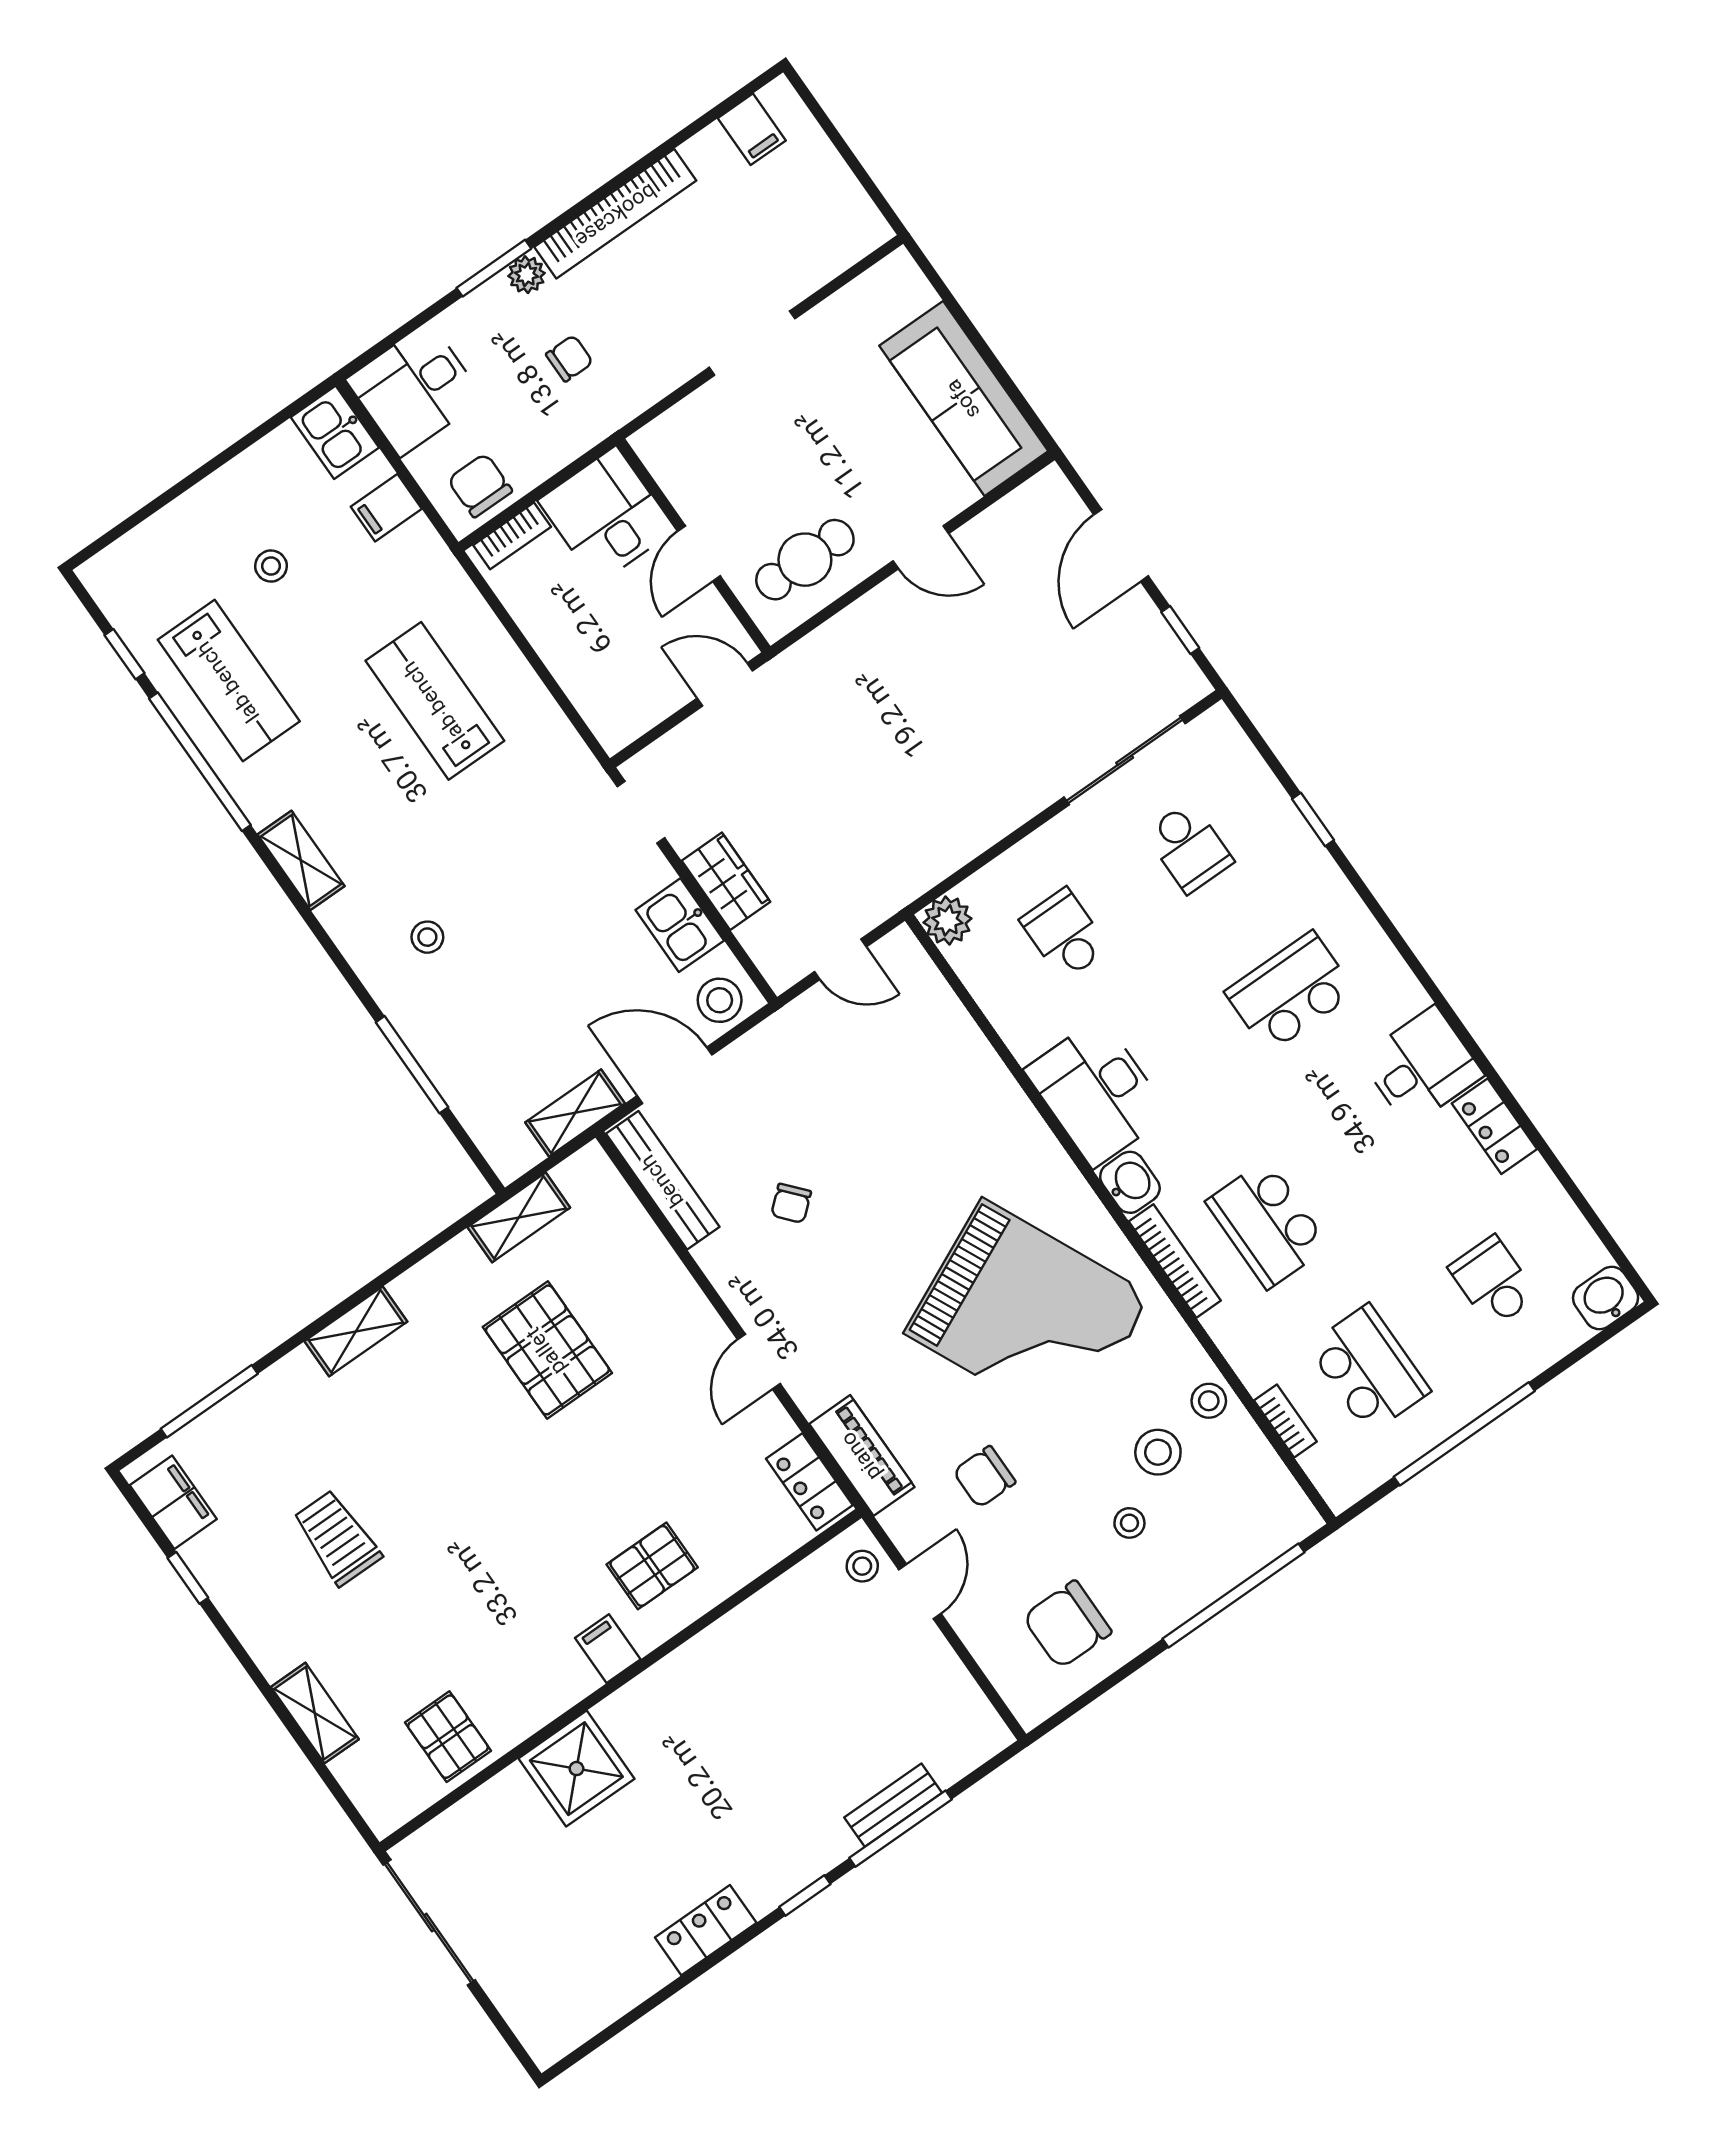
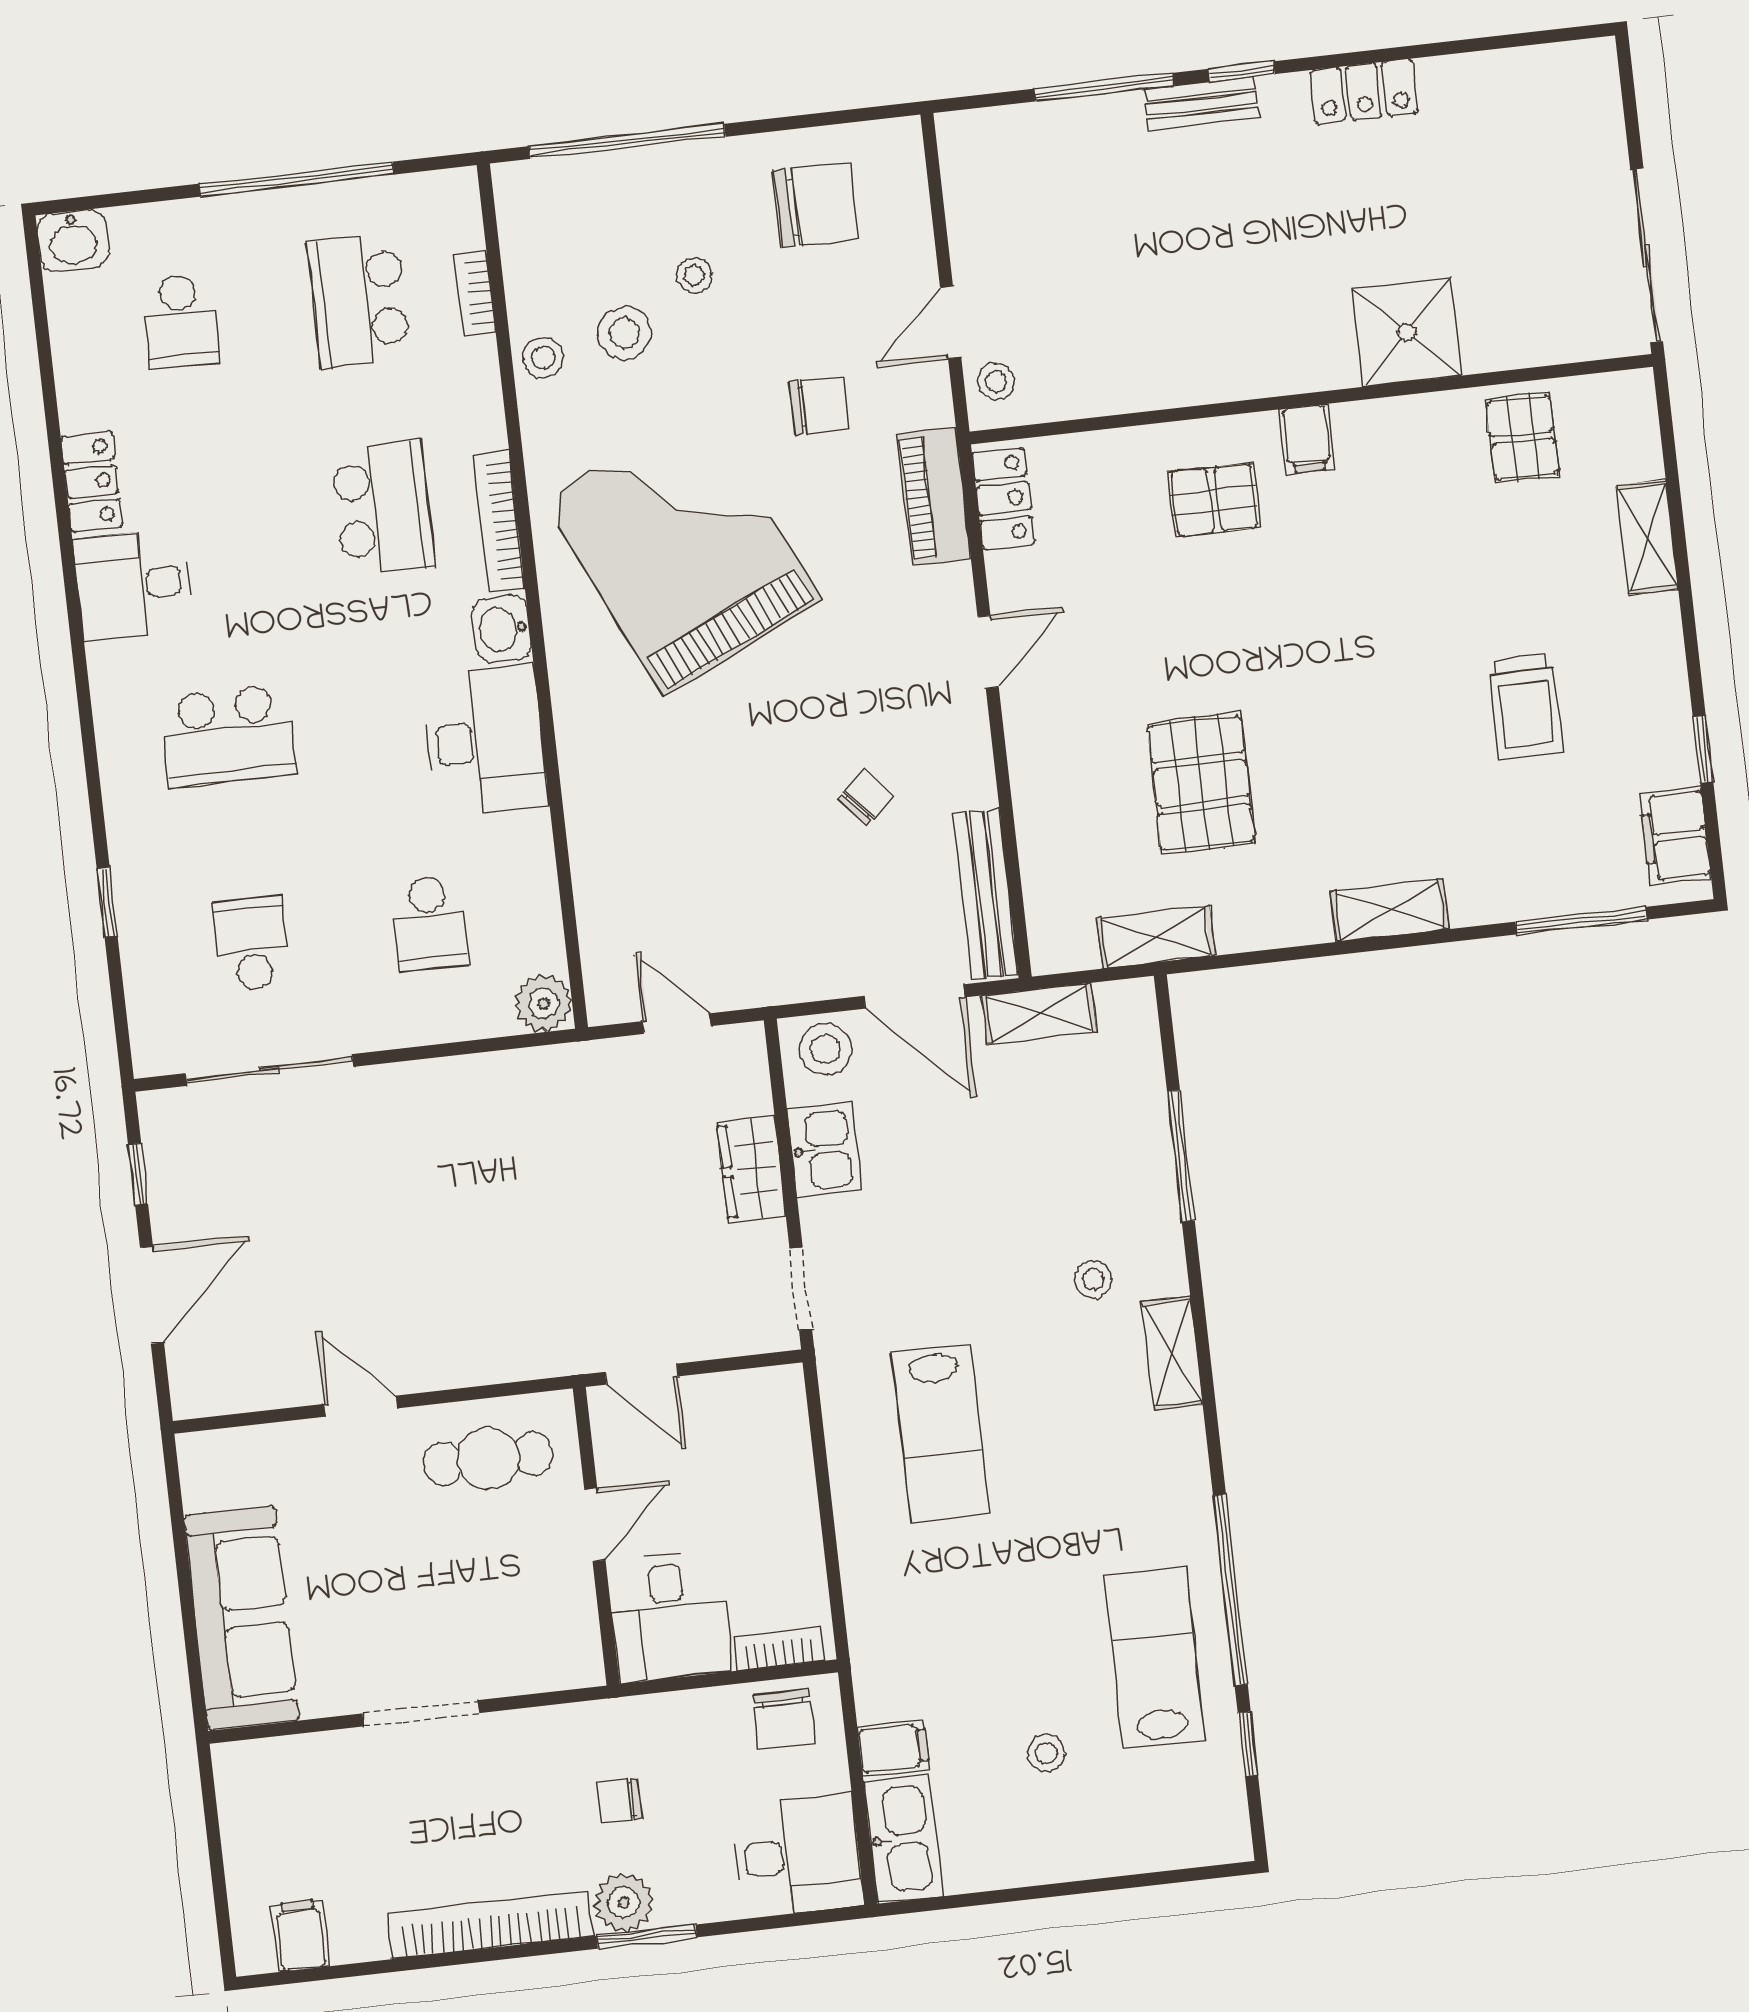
plant: (527, 275) -> (624, 1902), width x1.38, depth x1.38
sofa: (964, 398) -> (242, 1618), moved
kitchen sink: (335, 432) -> (903, 1839), width x1.38
lab bench: (435, 701) -> (941, 1433), moved
shelving: (301, 860) -> (1172, 1353), moved
bench: (893, 1805) -> (1201, 104), moved

